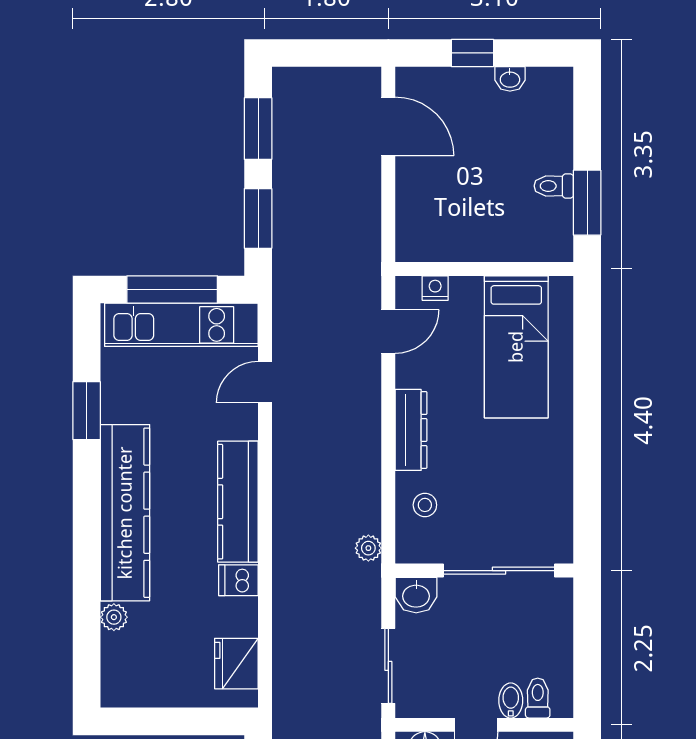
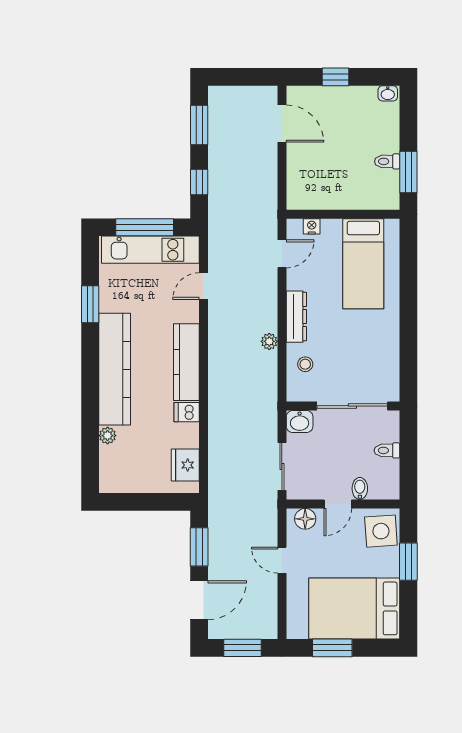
washbasin: (510, 79) -> (388, 93), moved
window: (258, 218) -> (199, 182), width x0.67
plant: (368, 548) -> (269, 341), moved
toilet: (538, 698) -> (387, 450), moved, turned -90

